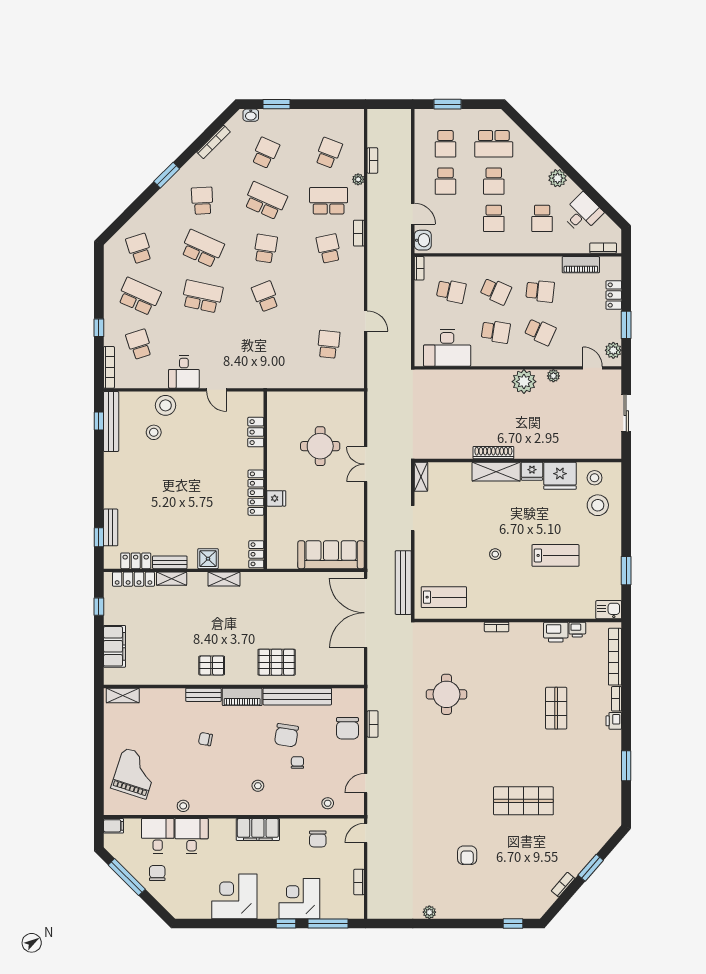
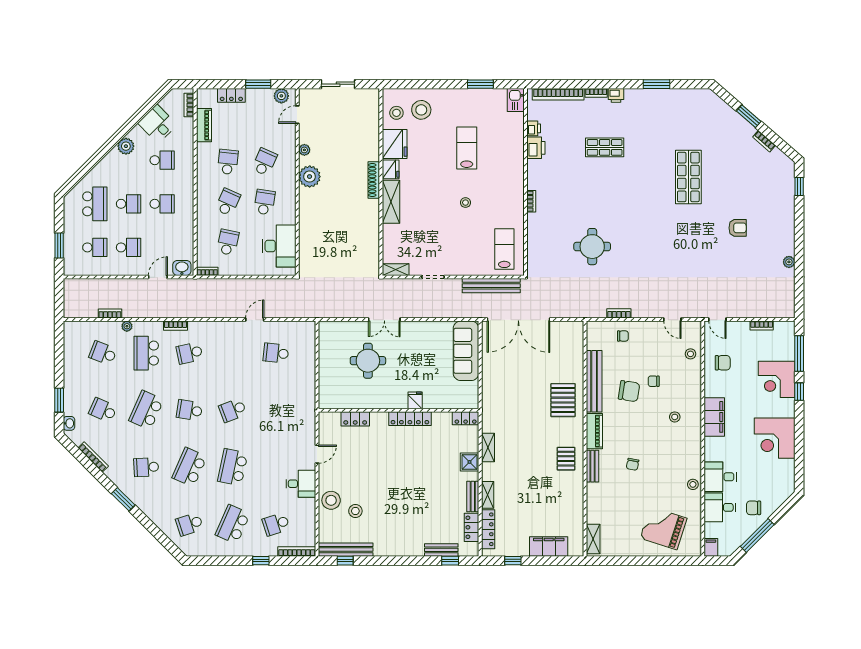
shoe rack: (493, 453) -> (374, 180), moved
chair: (347, 728) -> (623, 336), width x0.54, depth x0.54

